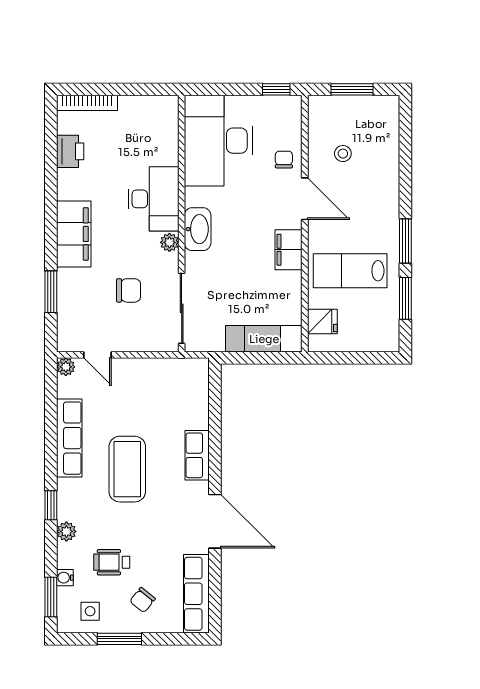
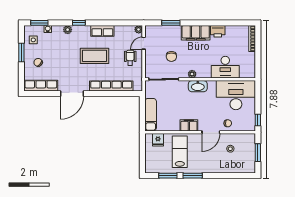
printer: (70, 151) -> (218, 31), moved
desk: (153, 199) -> (225, 67), moved
row of seats: (69, 438) -> (102, 31), width x0.68
row of seats: (197, 455) -> (111, 86), width x2.02
wheelchair: (112, 562) -> (130, 58), moved

